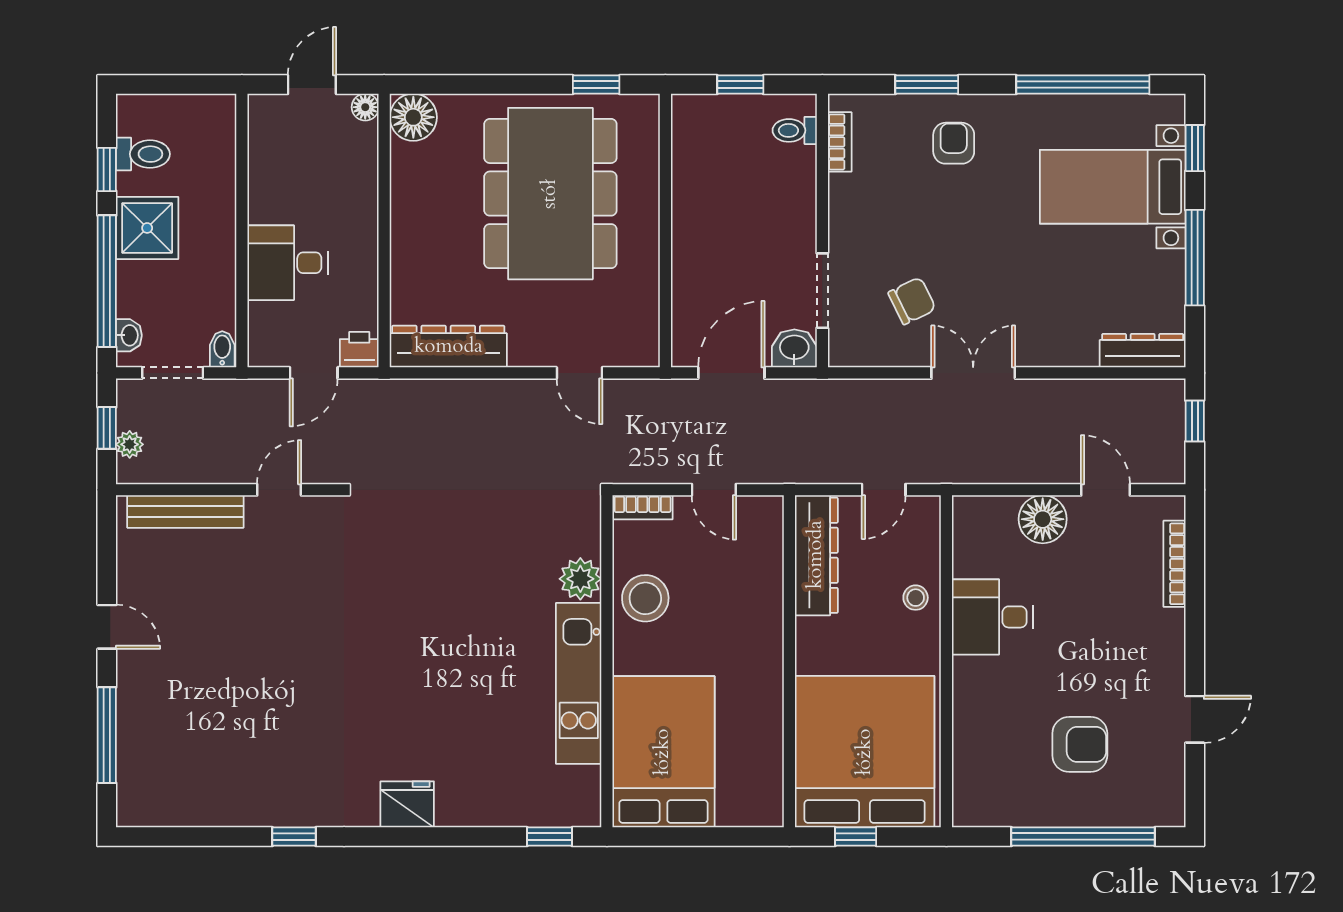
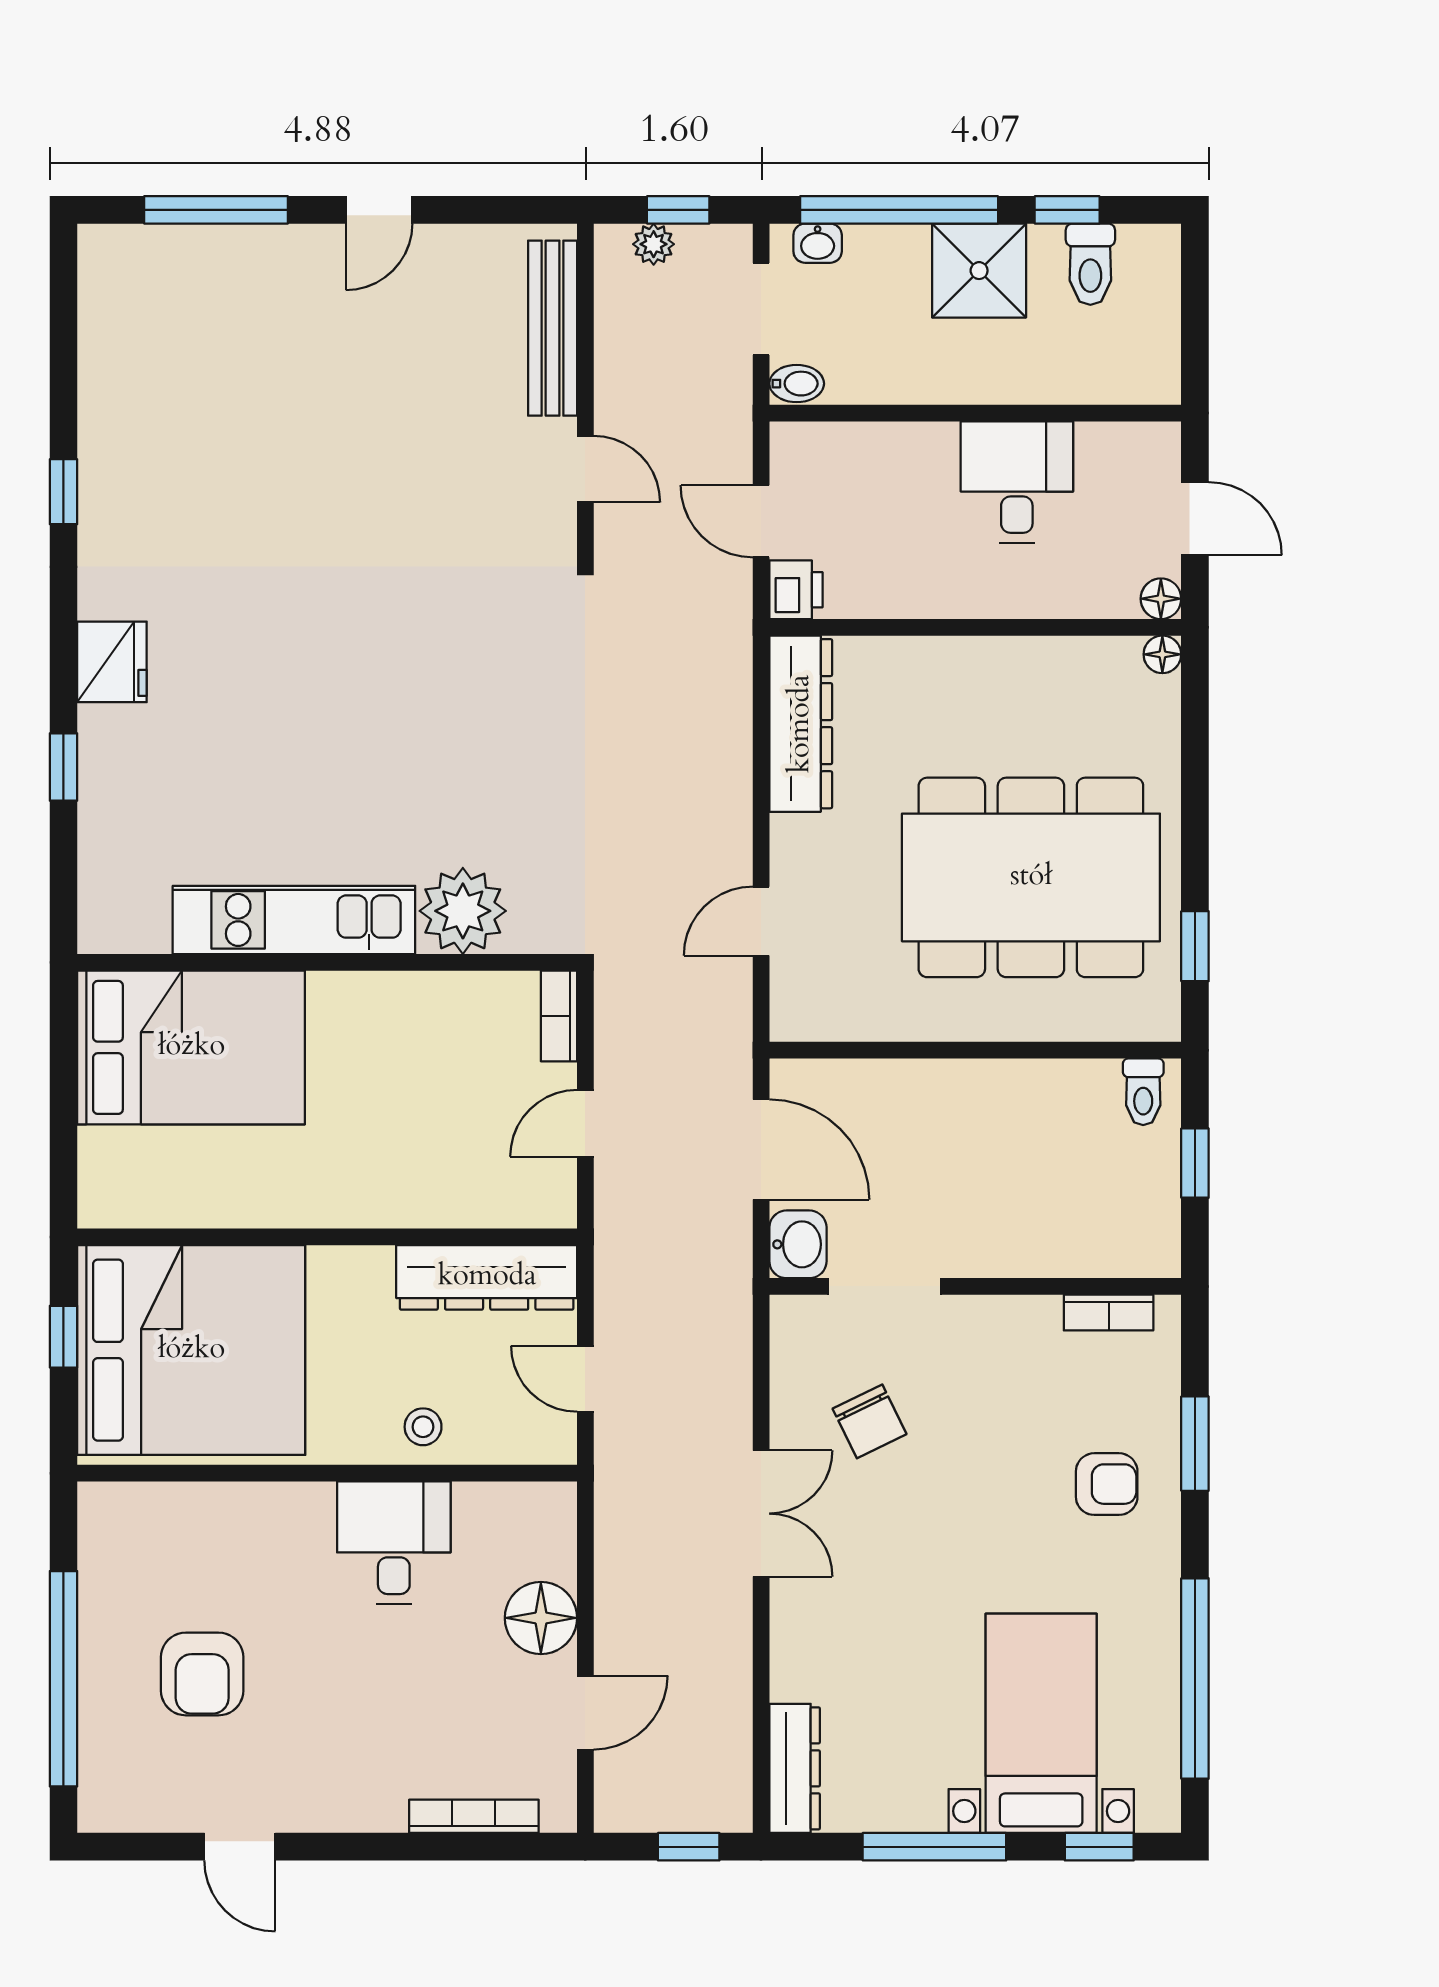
floor lamp: (413, 117) -> (1162, 654), width x0.53, depth x0.53
toilet: (795, 130) -> (1143, 1092), moved, turned 180
desk: (288, 263) -> (1017, 482), moved
plant: (580, 579) -> (463, 911), width x1.36, depth x1.36
stool: (645, 598) -> (422, 1020), removed
window: (550, 837) -> (63, 767), moved

